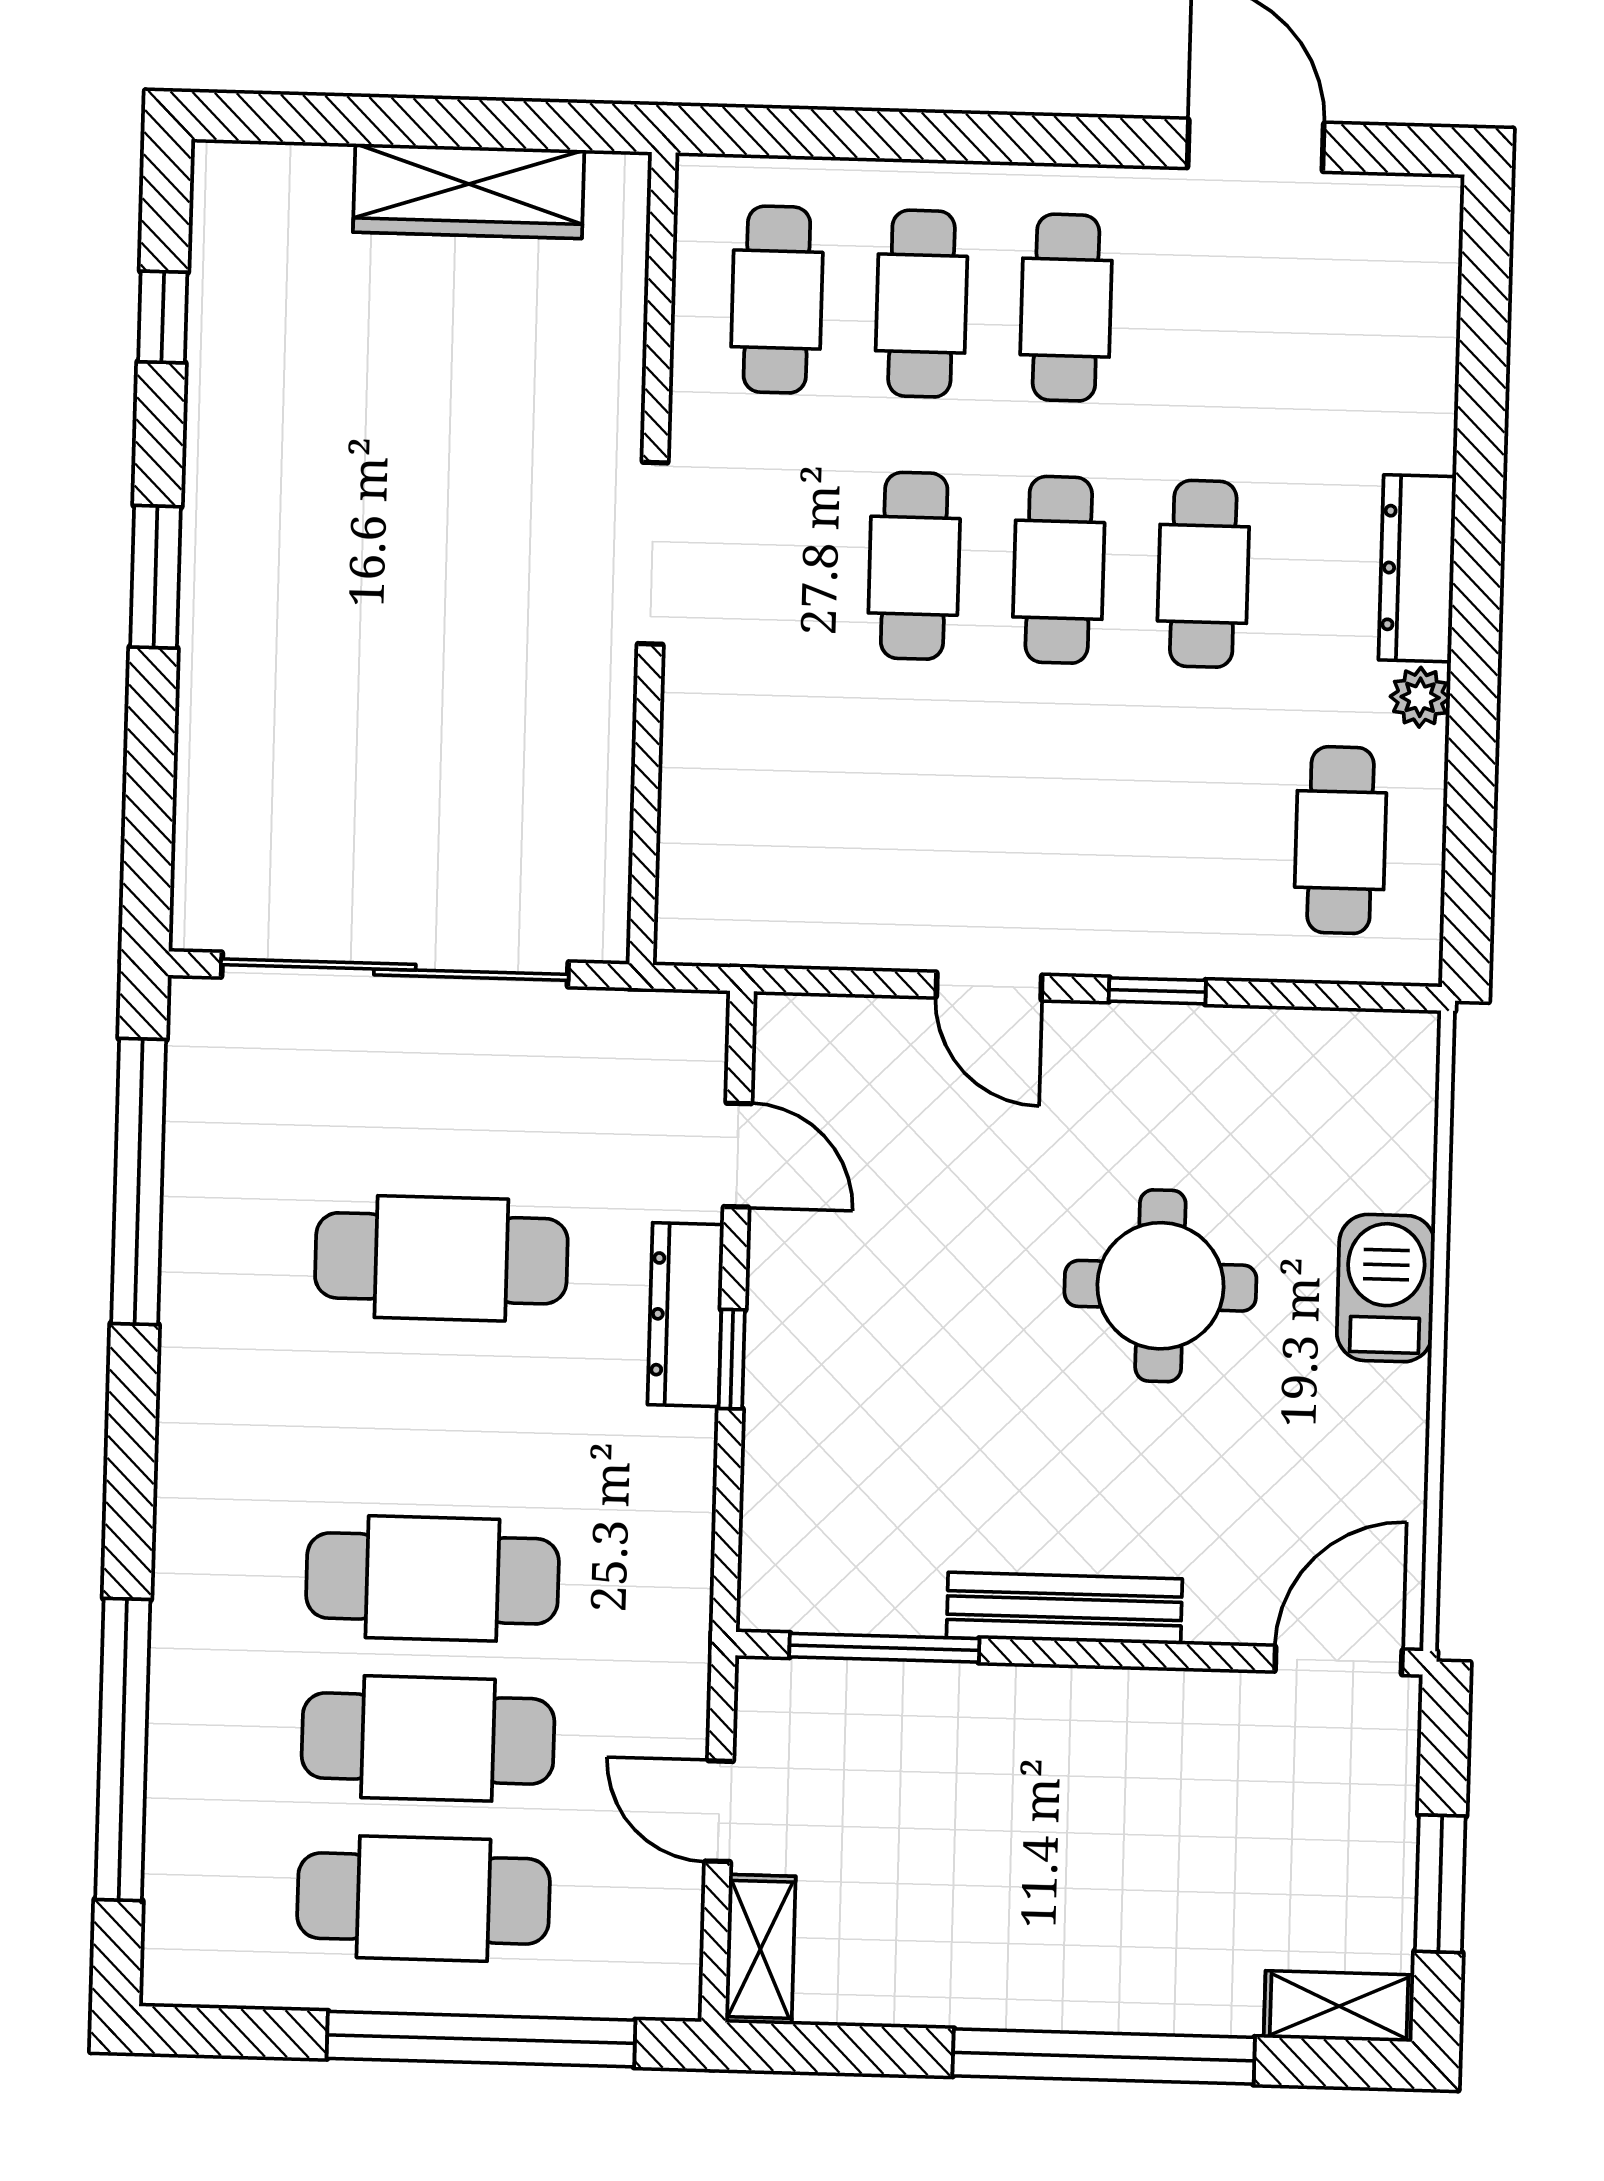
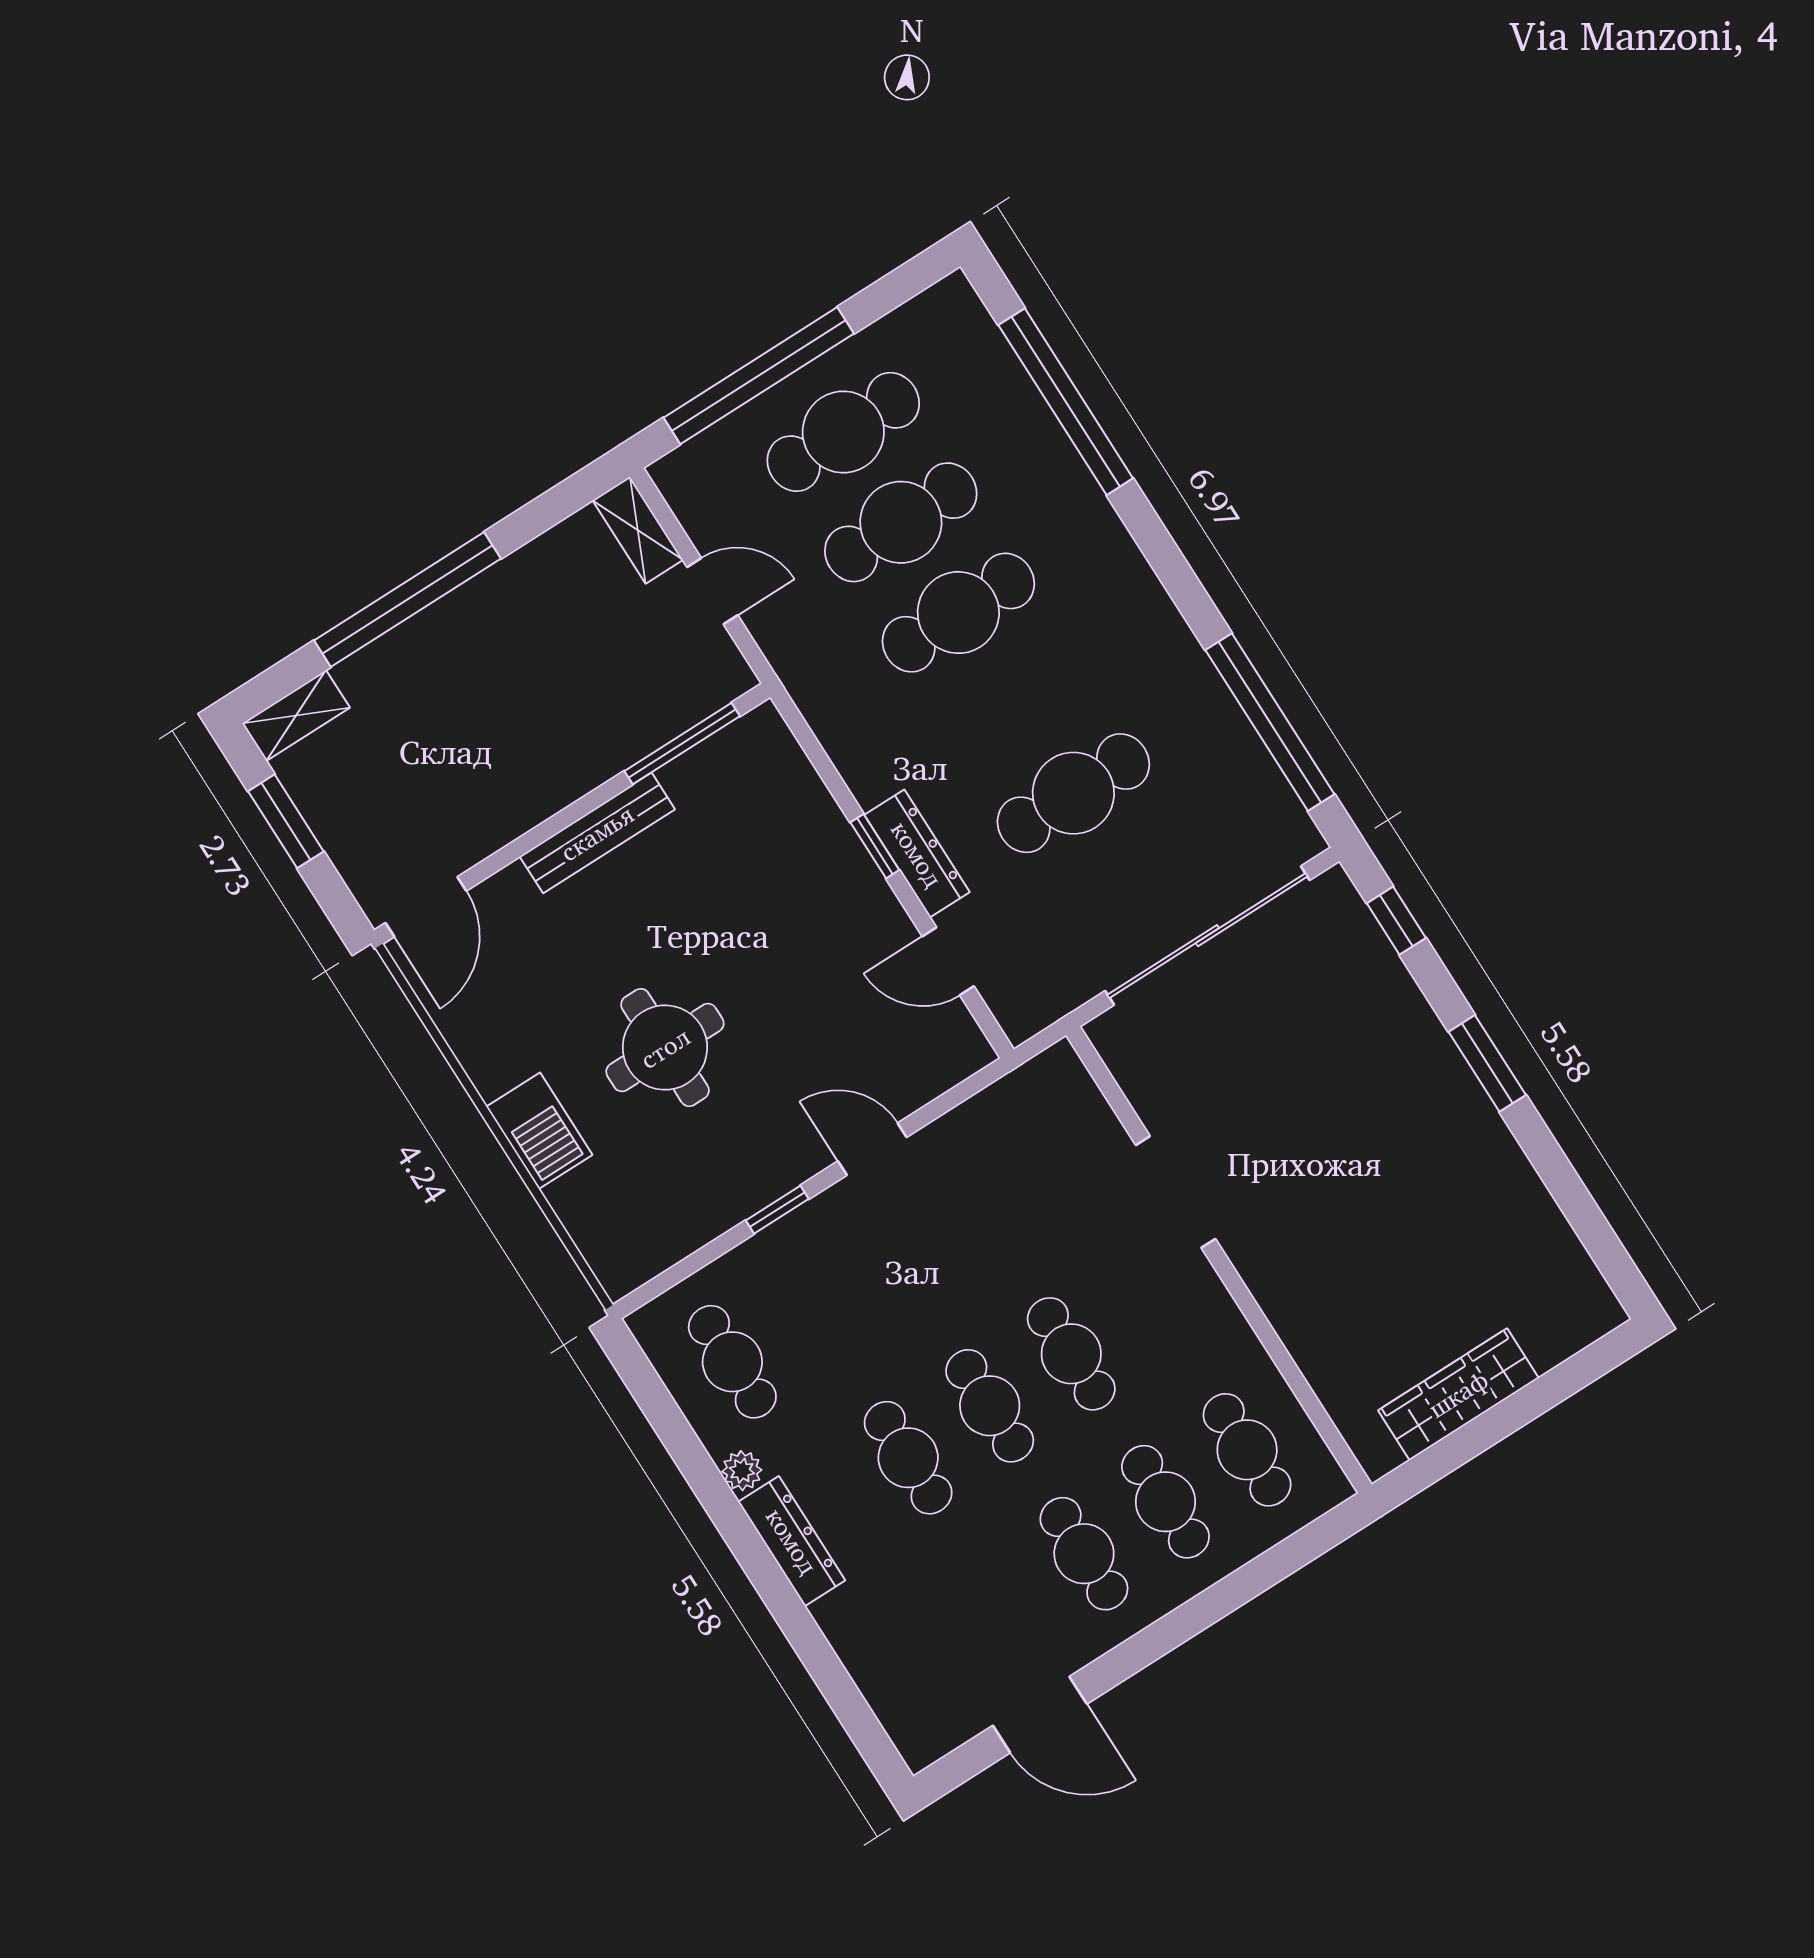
window: (163, 317) -> (1396, 921), moved
doorway: (653, 553) -> (1176, 1192), moved

